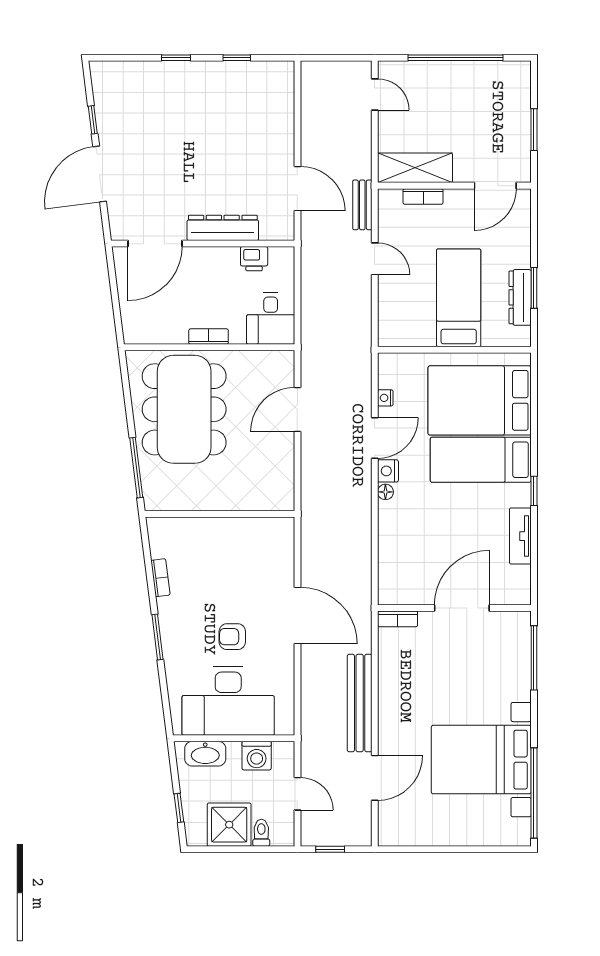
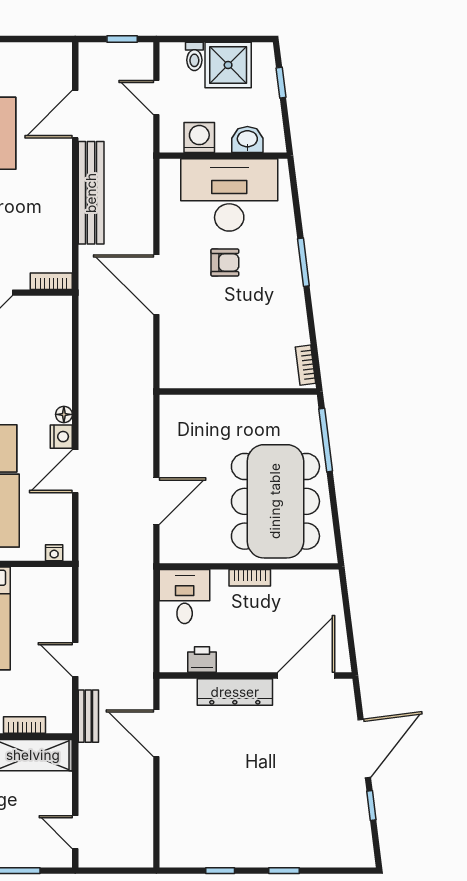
nightstand: (385, 398) -> (54, 553), moved, turned 90
bookcase: (160, 578) -> (305, 365), moved
washbasin: (205, 754) -> (247, 140), width x0.72

